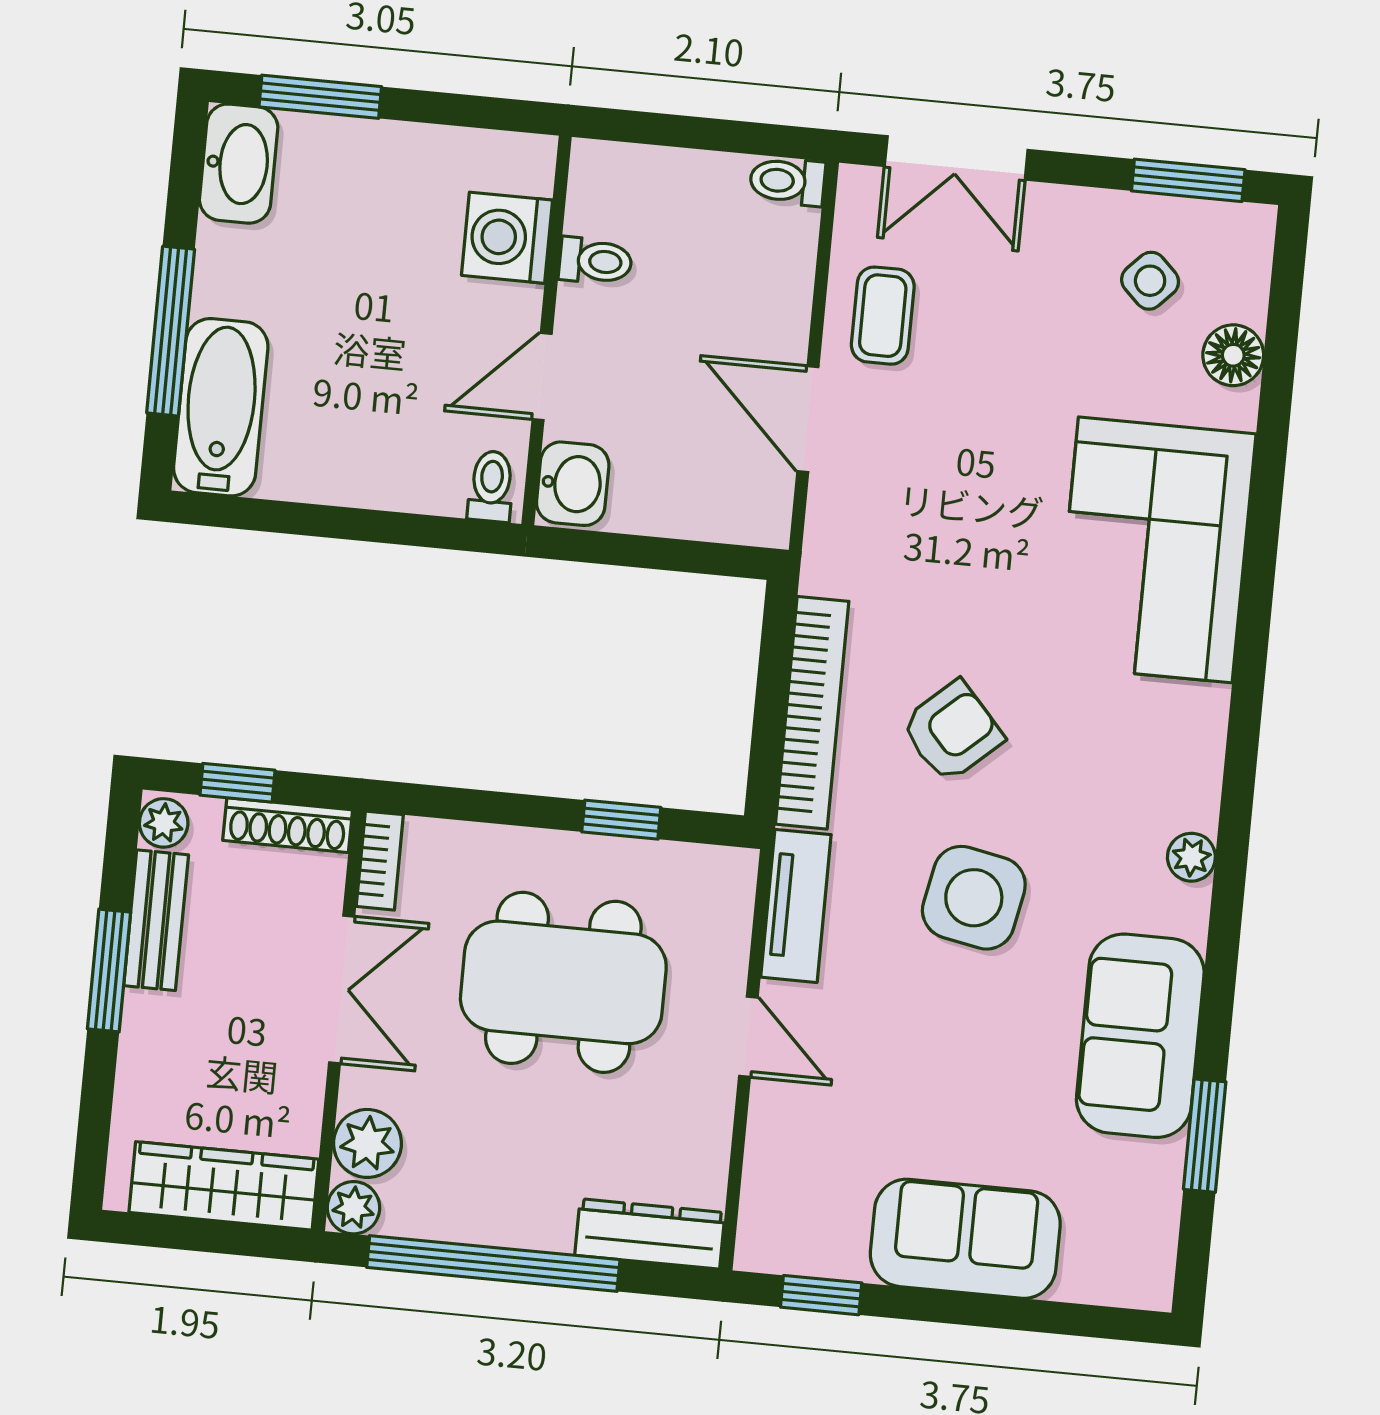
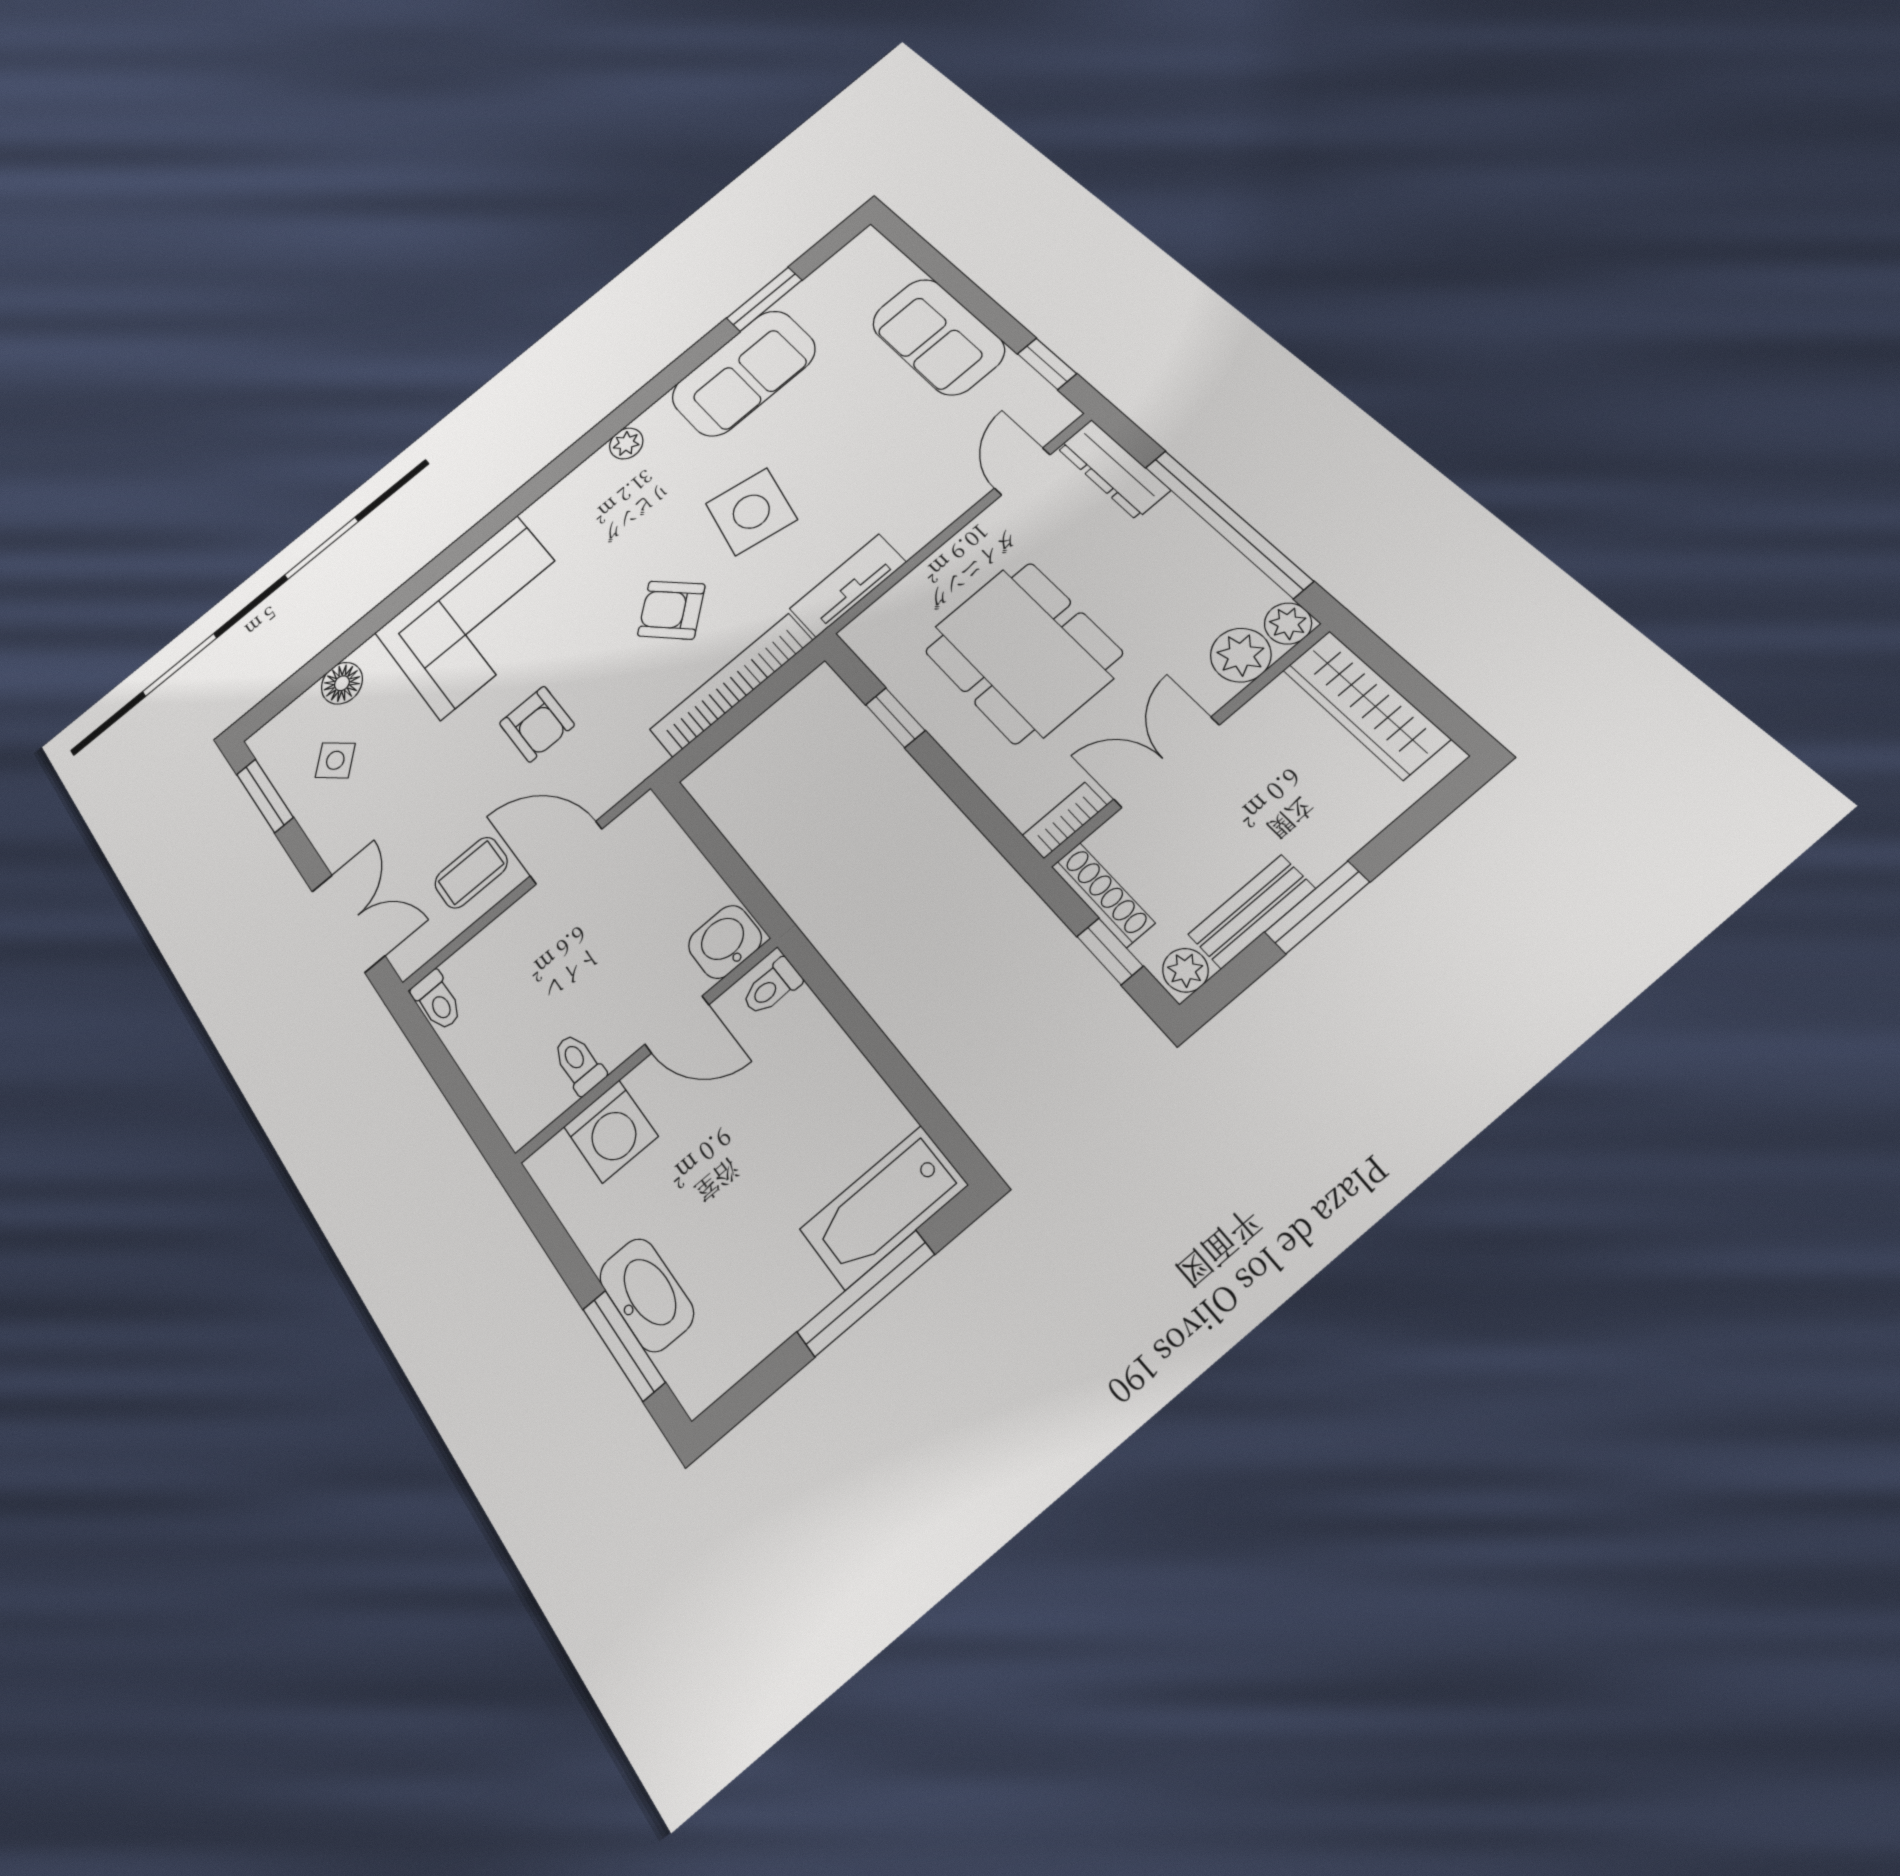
washbasin: (239, 164) -> (646, 1295), moved, turned 90
door: (808, 419) -> (566, 853), swing flipped
armchair: (971, 504) -> (537, 724), added
door: (748, 1037) -> (1022, 472), moved

